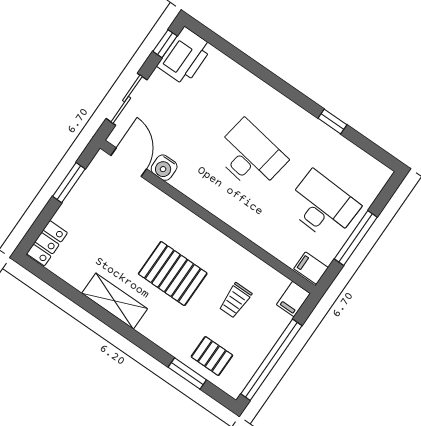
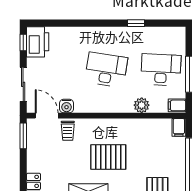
window: (69, 183) -> (23, 136), moved
plant: (264, 236) -> (142, 105), added
trolley: (235, 300) -> (68, 131), moved

